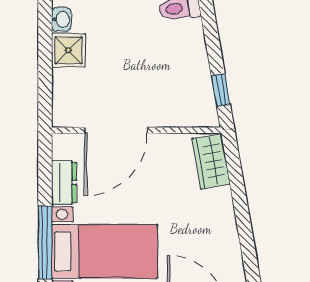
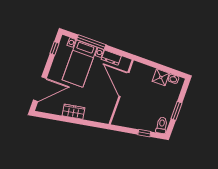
window: (221, 90) -> (144, 133), moved
wardrobe: (211, 161) -> (73, 112), moved

